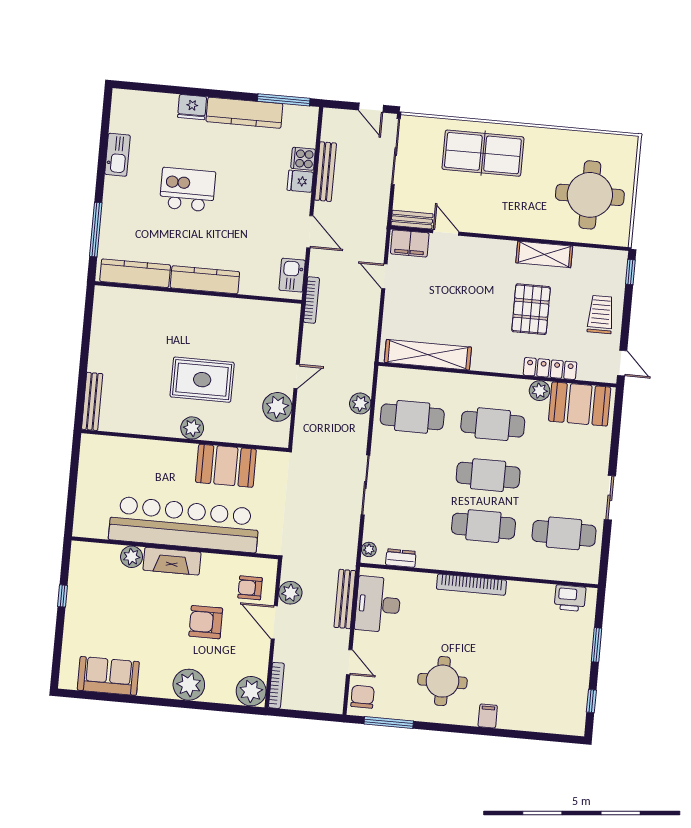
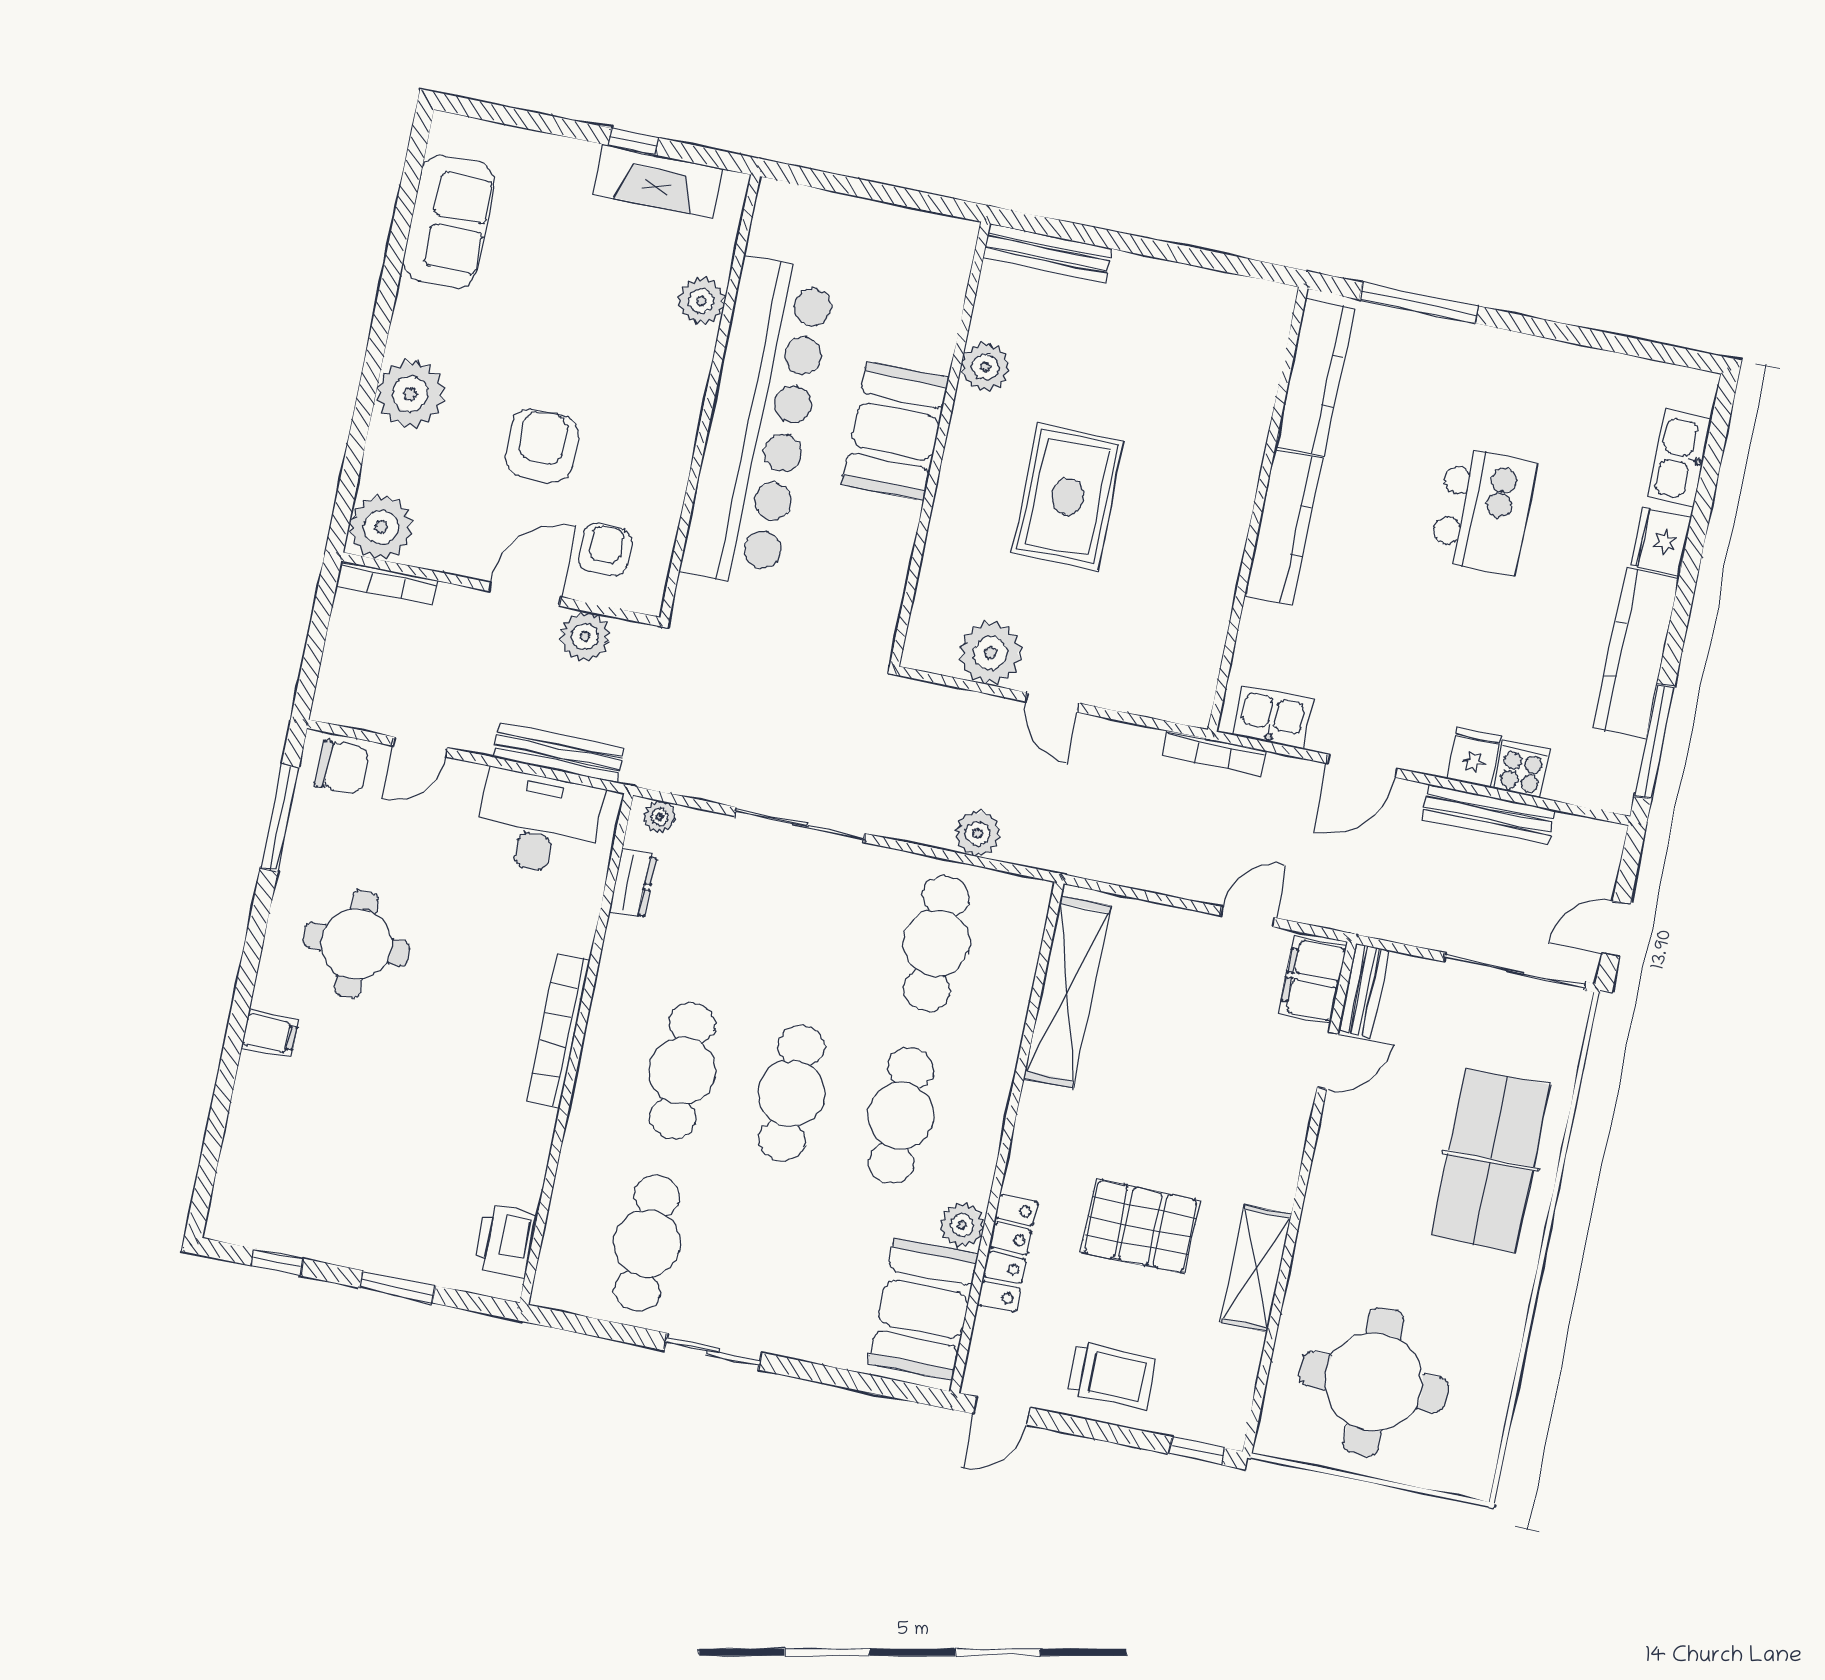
kitchen sink: (118, 155) -> (1679, 458), moved, turned 90
plant: (192, 428) -> (985, 367), moved
booth: (226, 466) -> (895, 431), moved
fireplace: (172, 561) -> (658, 181), moved, turned -90

